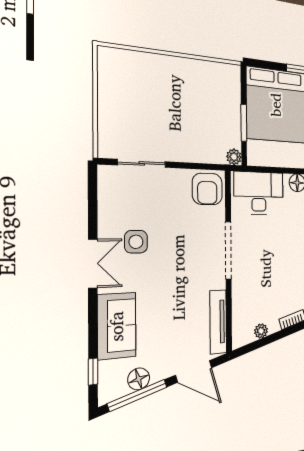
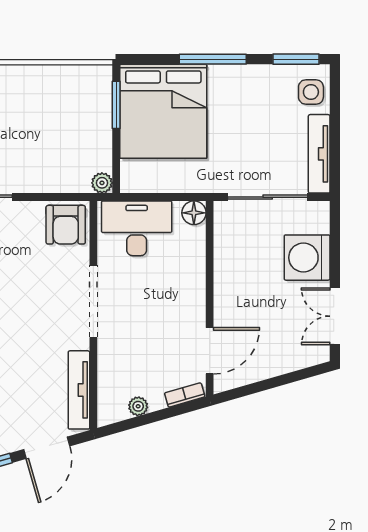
window: (244, 123) -> (116, 105), moved
door: (194, 371) -> (47, 448), hinge flipped

